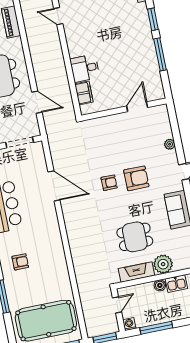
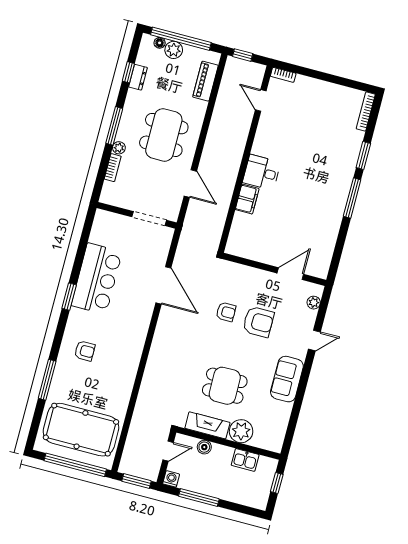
door: (137, 107) -> (290, 274), moved
wall: (124, 109) -> (274, 269), moved
boiler: (160, 285) -> (204, 447), moved

